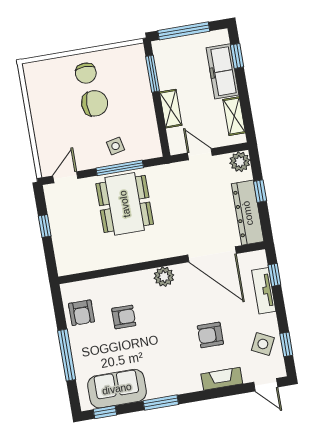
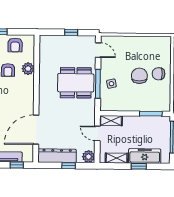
window: (237, 56) -> (139, 166), moved
chair: (95, 103) -> (139, 76), turned 180
shelving: (171, 109) -> (111, 121), moved
door: (200, 154) -> (97, 133), swing flipped
plant: (164, 277) -> (28, 69), moved
armchair: (81, 313) -> (15, 45), turned -90

